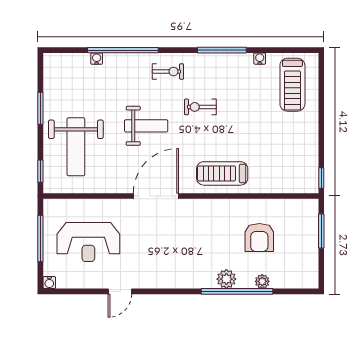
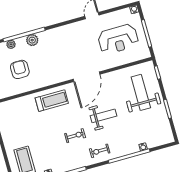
weight bench: (146, 126) -> (103, 116), turned 180
reception desk: (88, 242) -> (118, 39), turned 180

